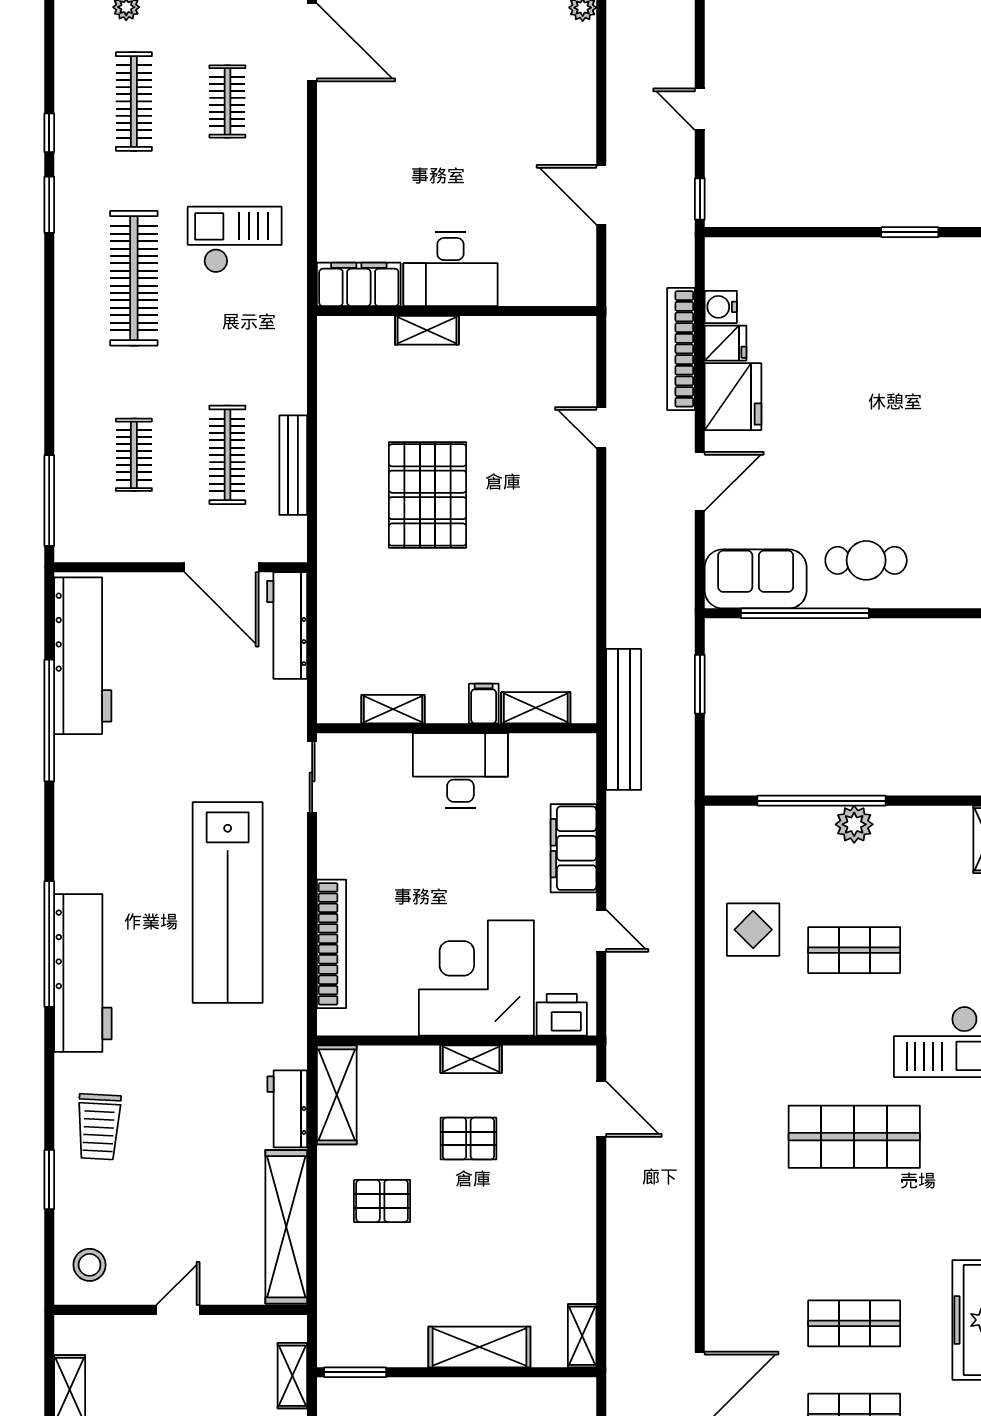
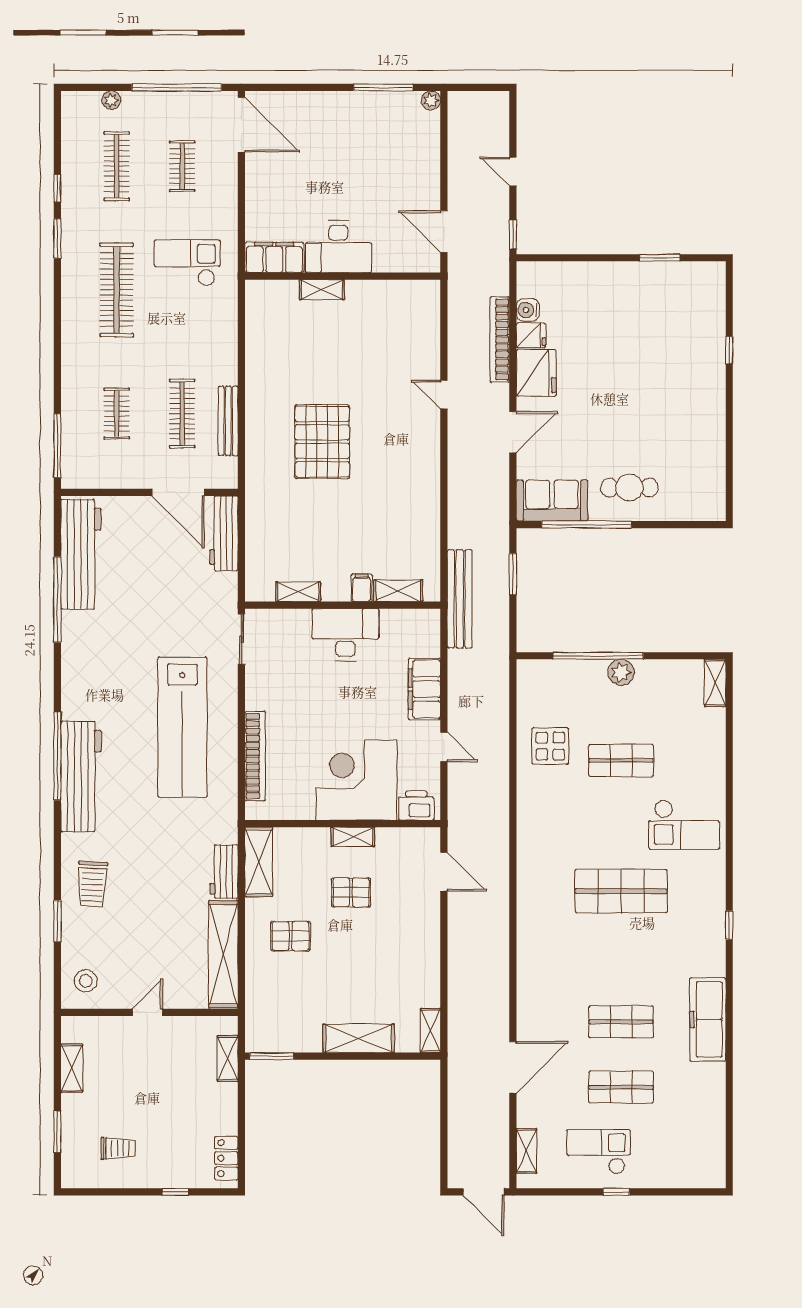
desk: (450, 269) -> (338, 247), moved
filing cabinet: (359, 284) -> (274, 257), moved
wall: (457, 311) -> (343, 276), moved
shelving: (427, 330) -> (322, 290), moved

